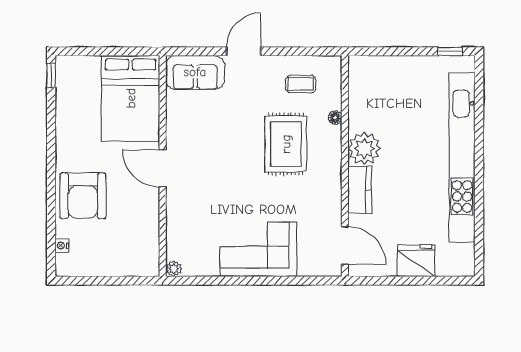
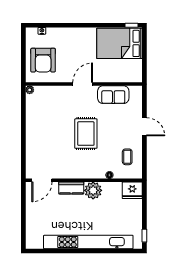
sofa: (195, 72) -> (113, 95), moved, turned -90
bed: (131, 98) -> (120, 43), moved
rug: (286, 144) -> (86, 134), moved, turned 90
armchair: (83, 196) -> (43, 60), moved, turned -90
corner sofa: (258, 249) -> (40, 135), removed
fridge: (416, 261) -> (132, 190), moved, turned 90

